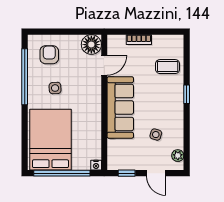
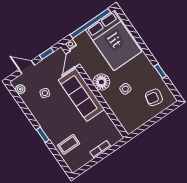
floor lamp: (91, 45) -> (101, 82), moved
armchair: (49, 55) -> (154, 97), turned 102
door: (104, 65) -> (73, 59), moved
window: (25, 77) -> (160, 71), width x0.32
side table: (55, 88) -> (125, 89), moved

